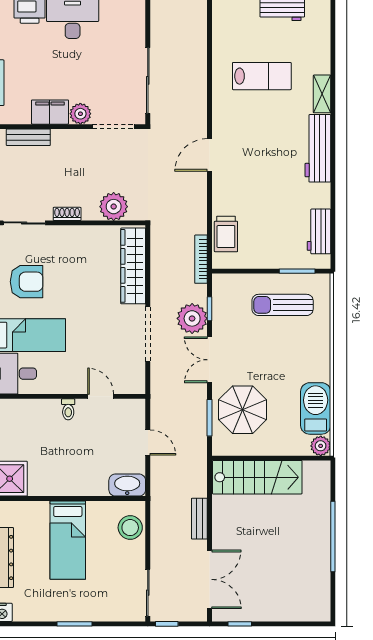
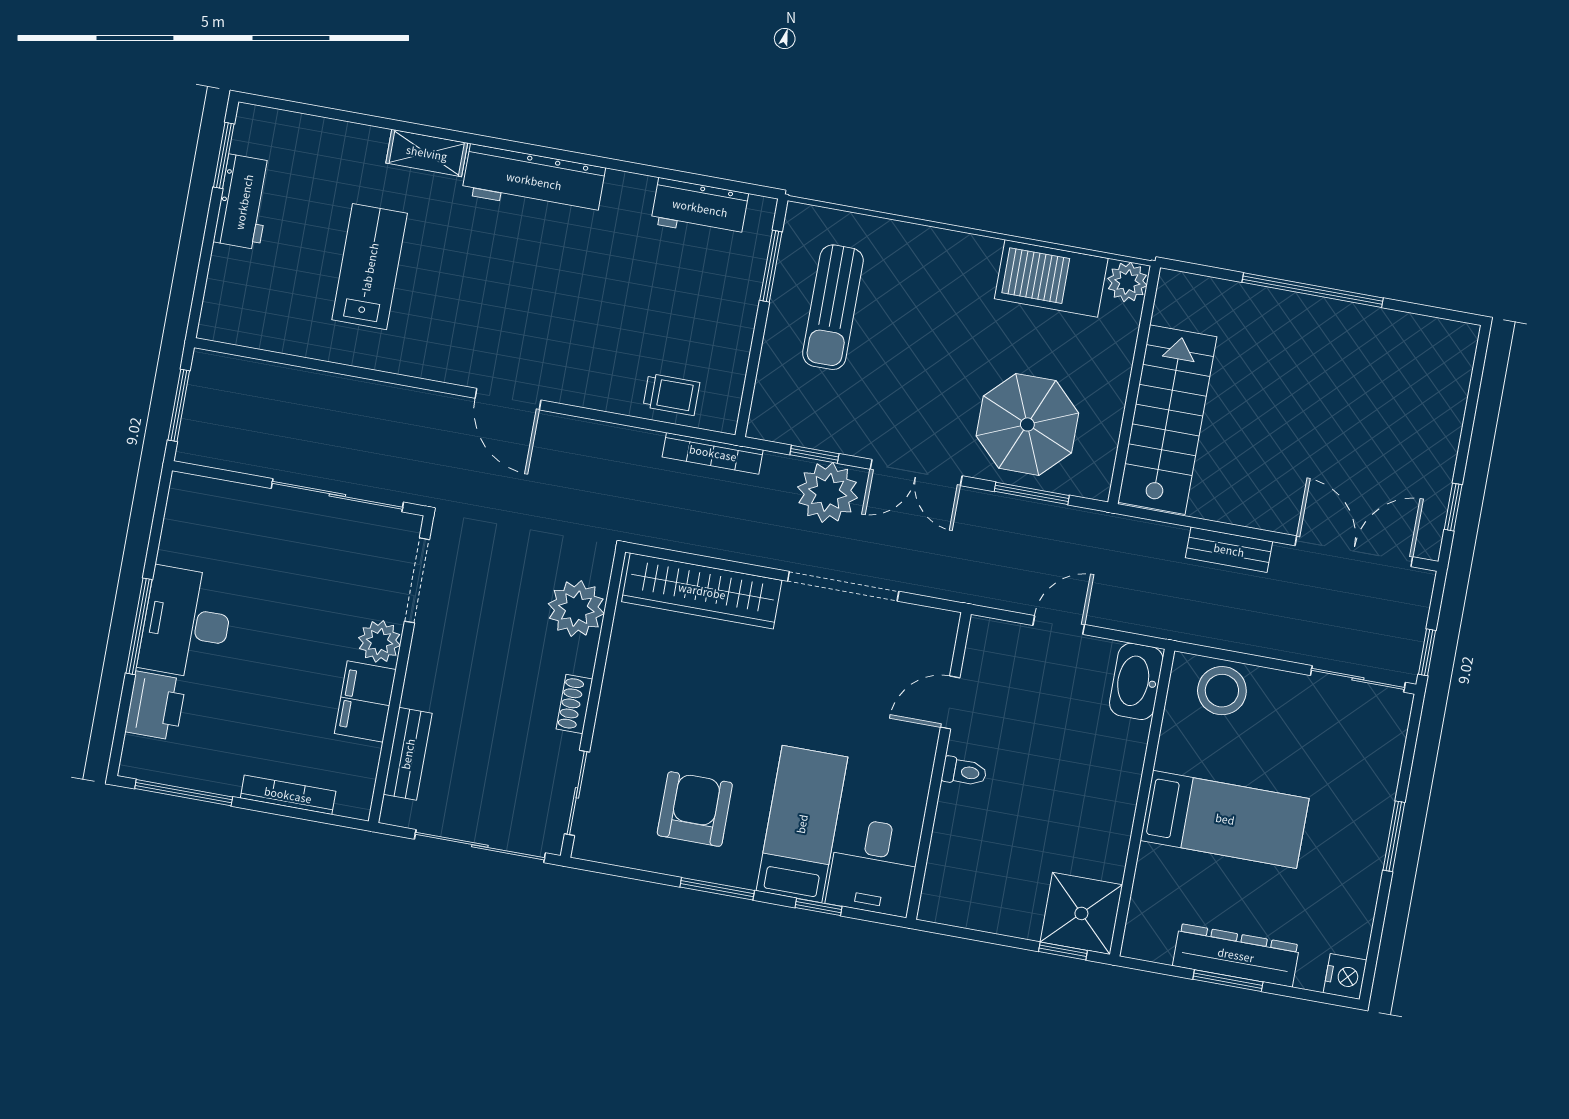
trolley: (226, 234) -> (671, 395), width x0.73, depth x0.72

